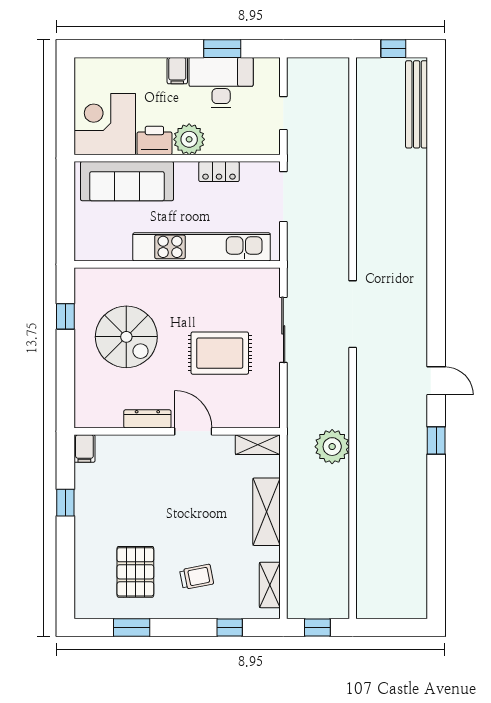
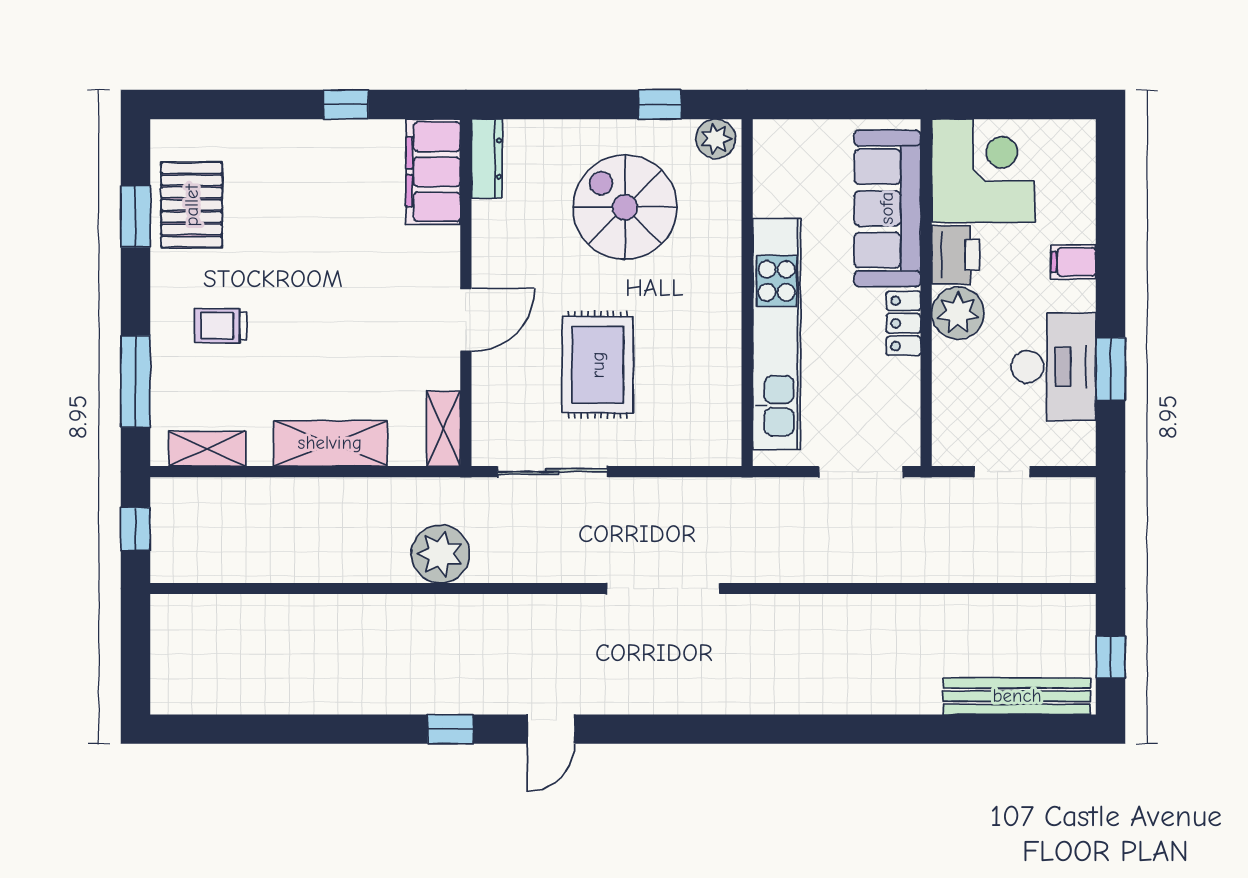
filing cabinet: (177, 71) -> (1073, 262), moved
locker: (219, 172) -> (904, 323), moved
plant: (86, 283) -> (716, 139), added
sliding door: (283, 330) -> (552, 472), moved
spiral stairs: (126, 337) -> (625, 207), turned 90
dresser: (147, 419) -> (487, 159), moved
filing cabinet: (84, 448) -> (433, 172), width x3.00, depth x1.17
pallet: (135, 572) -> (192, 205), moved, turned 90
trolley: (197, 577) -> (221, 326), turned 101
window: (230, 628) -> (135, 381), width x2.17

